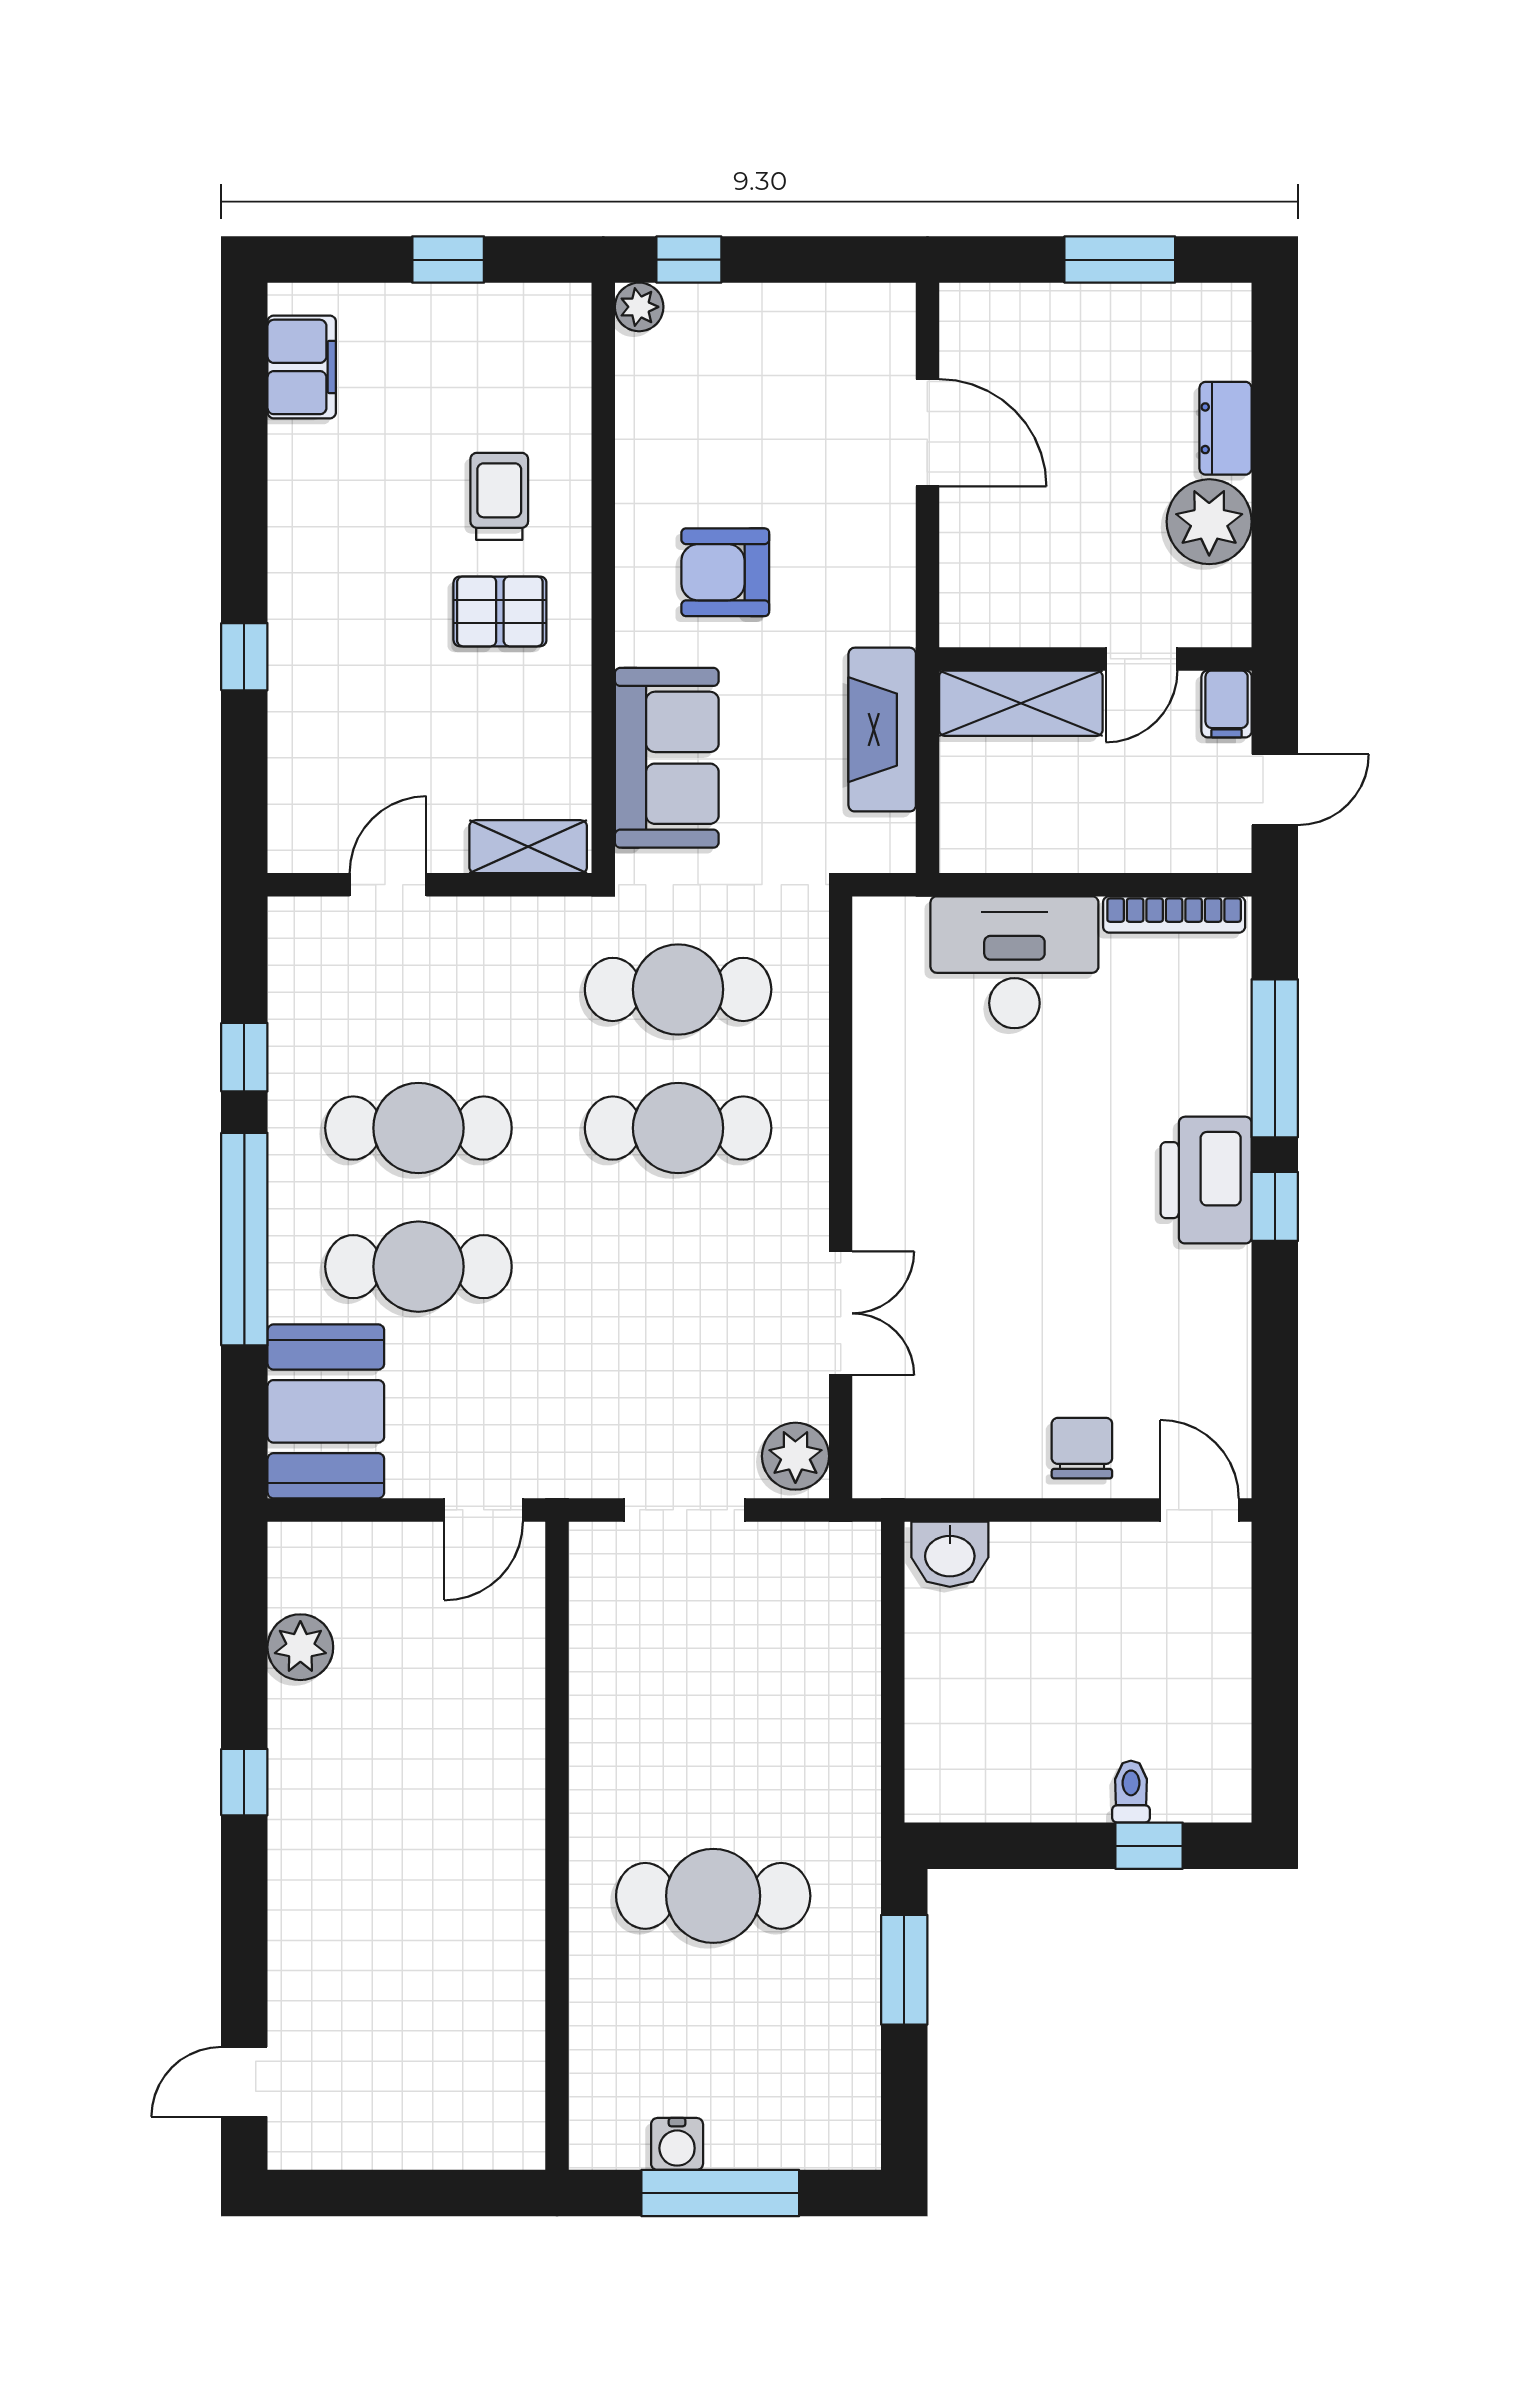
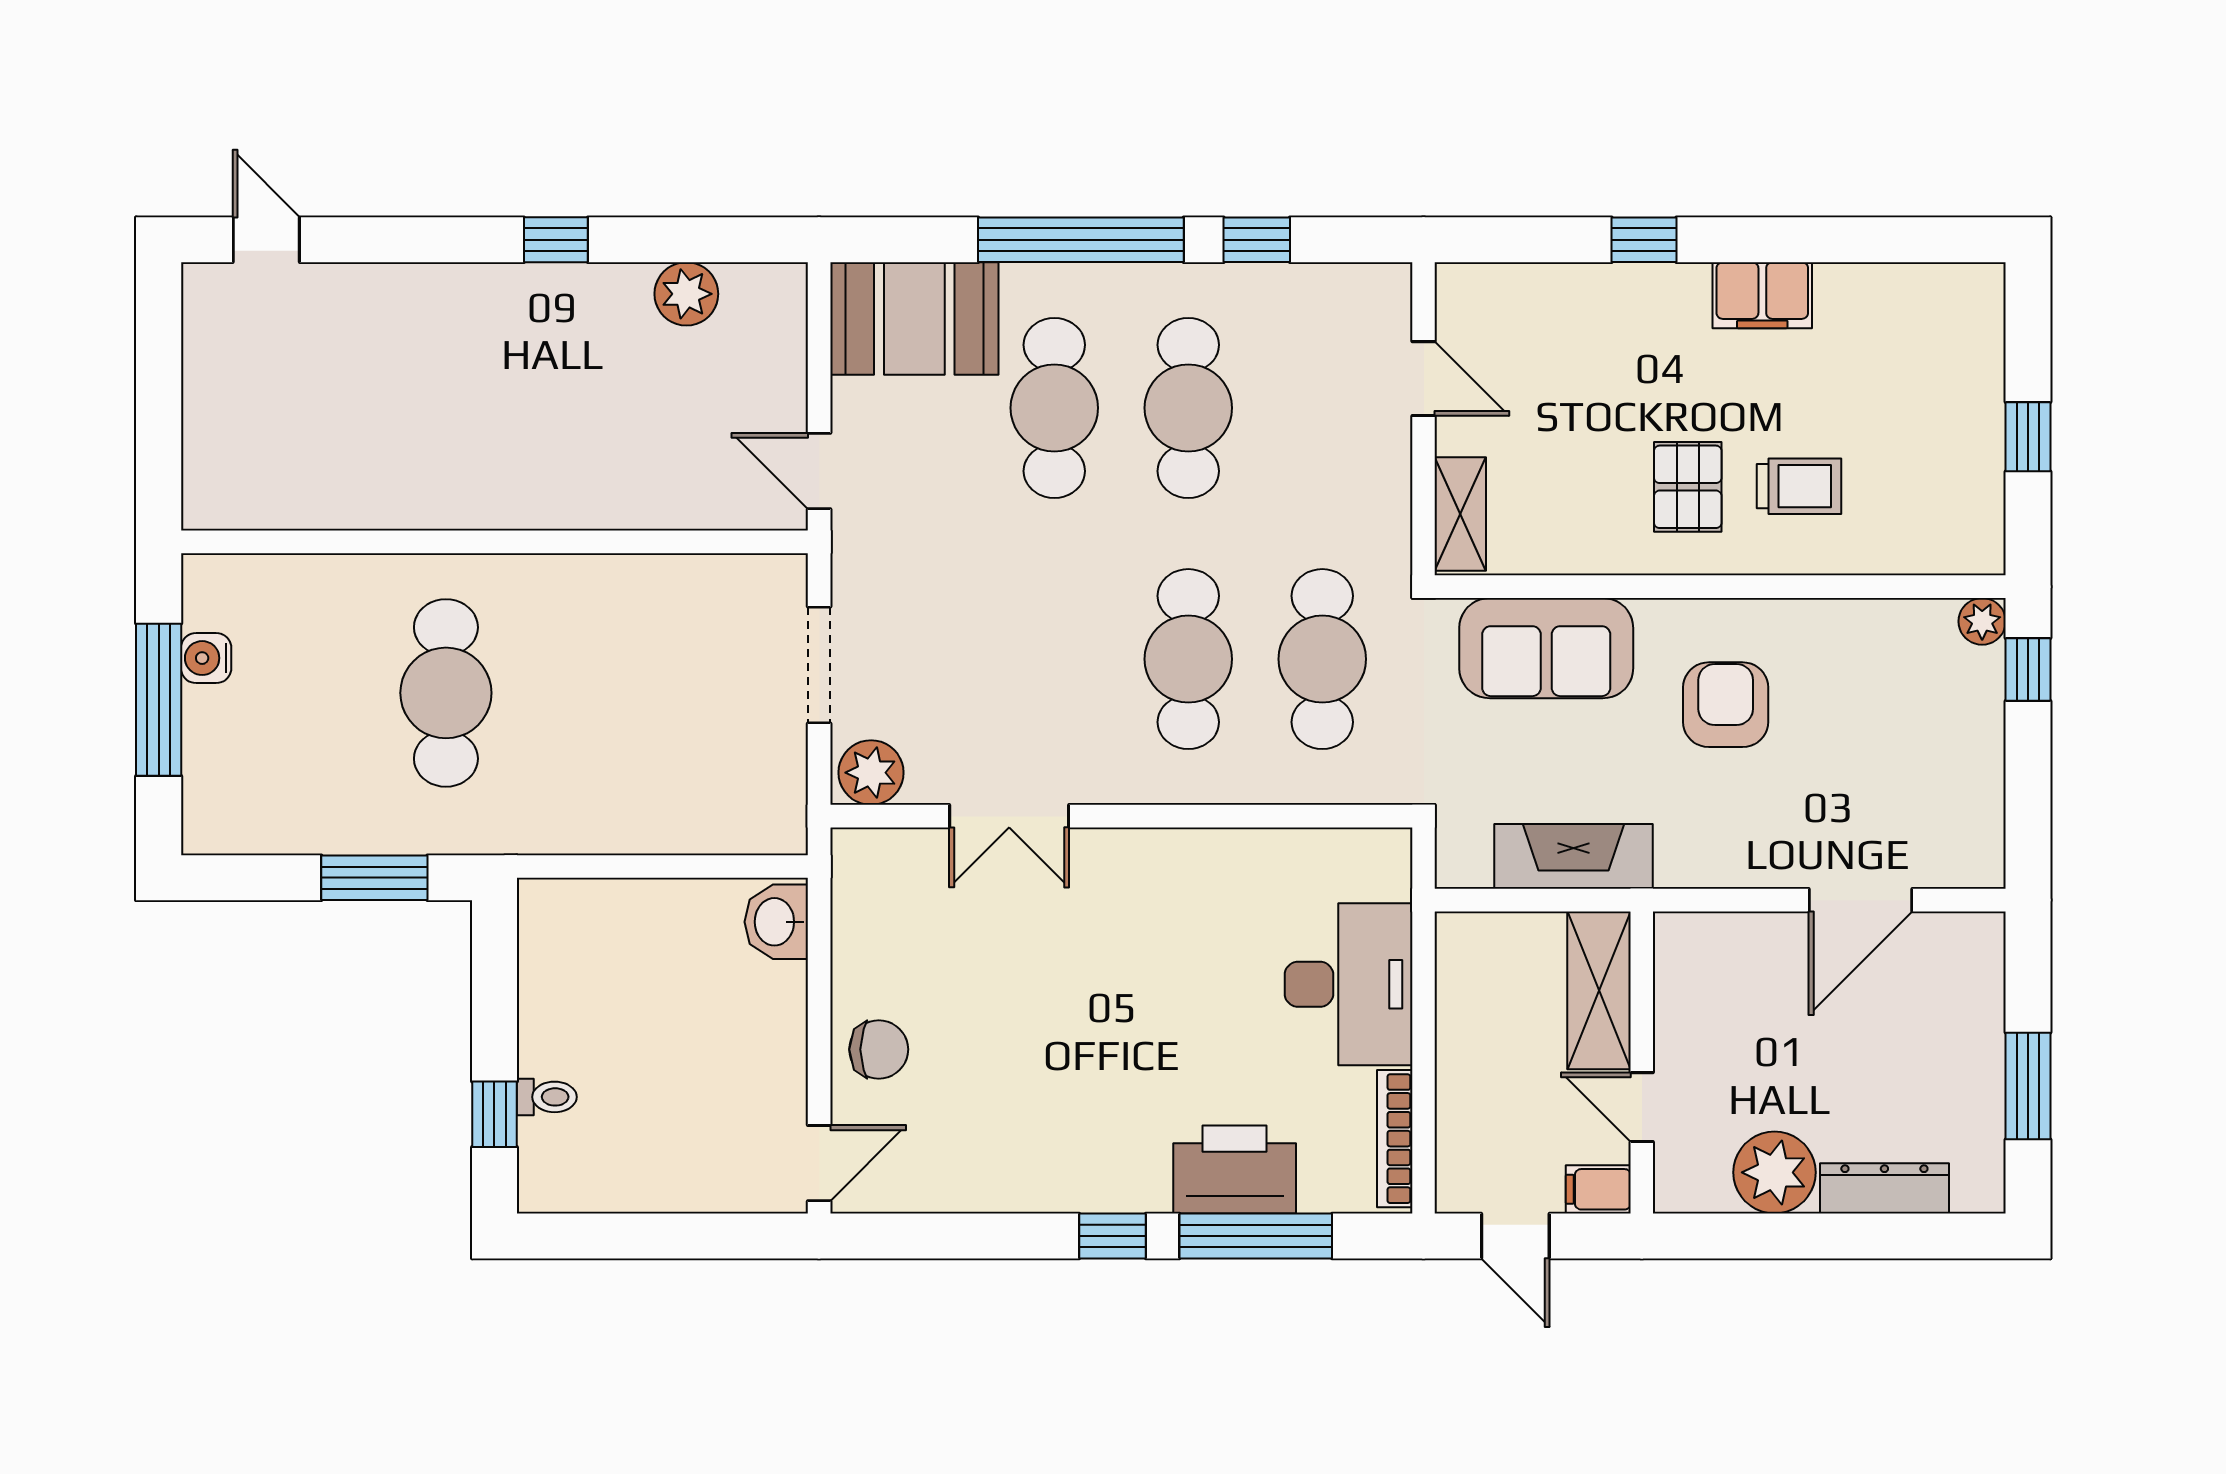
filing cabinet: (302, 367) -> (1762, 295), moved
dresser: (1226, 428) -> (1884, 1188), width x1.44
printer: (1206, 1180) -> (1235, 1170), moved

